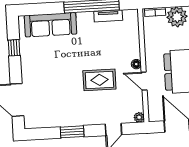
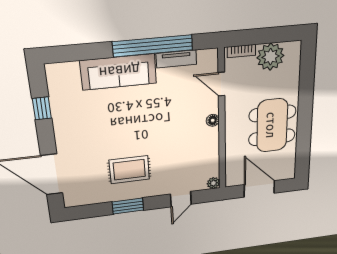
sofa: (51, 25) -> (119, 72), moved
rug: (99, 80) -> (129, 170), moved
door: (144, 81) -> (221, 84), moved

